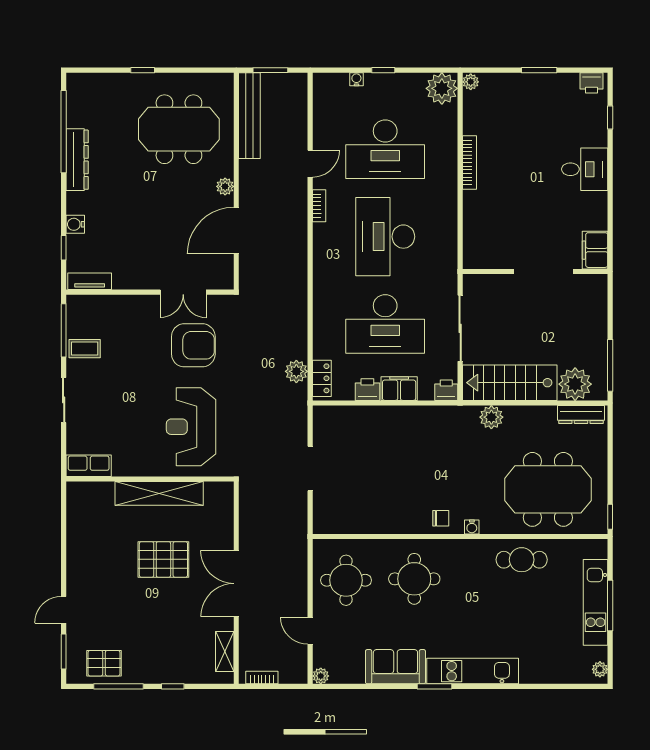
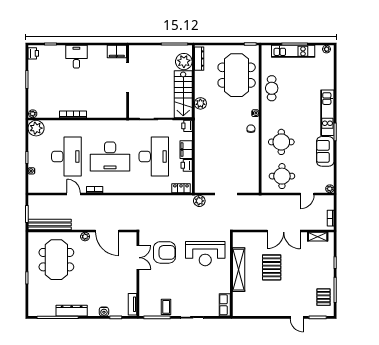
armchair: (193, 345) -> (164, 252), turned 90
plant: (296, 371) -> (199, 201), moved

